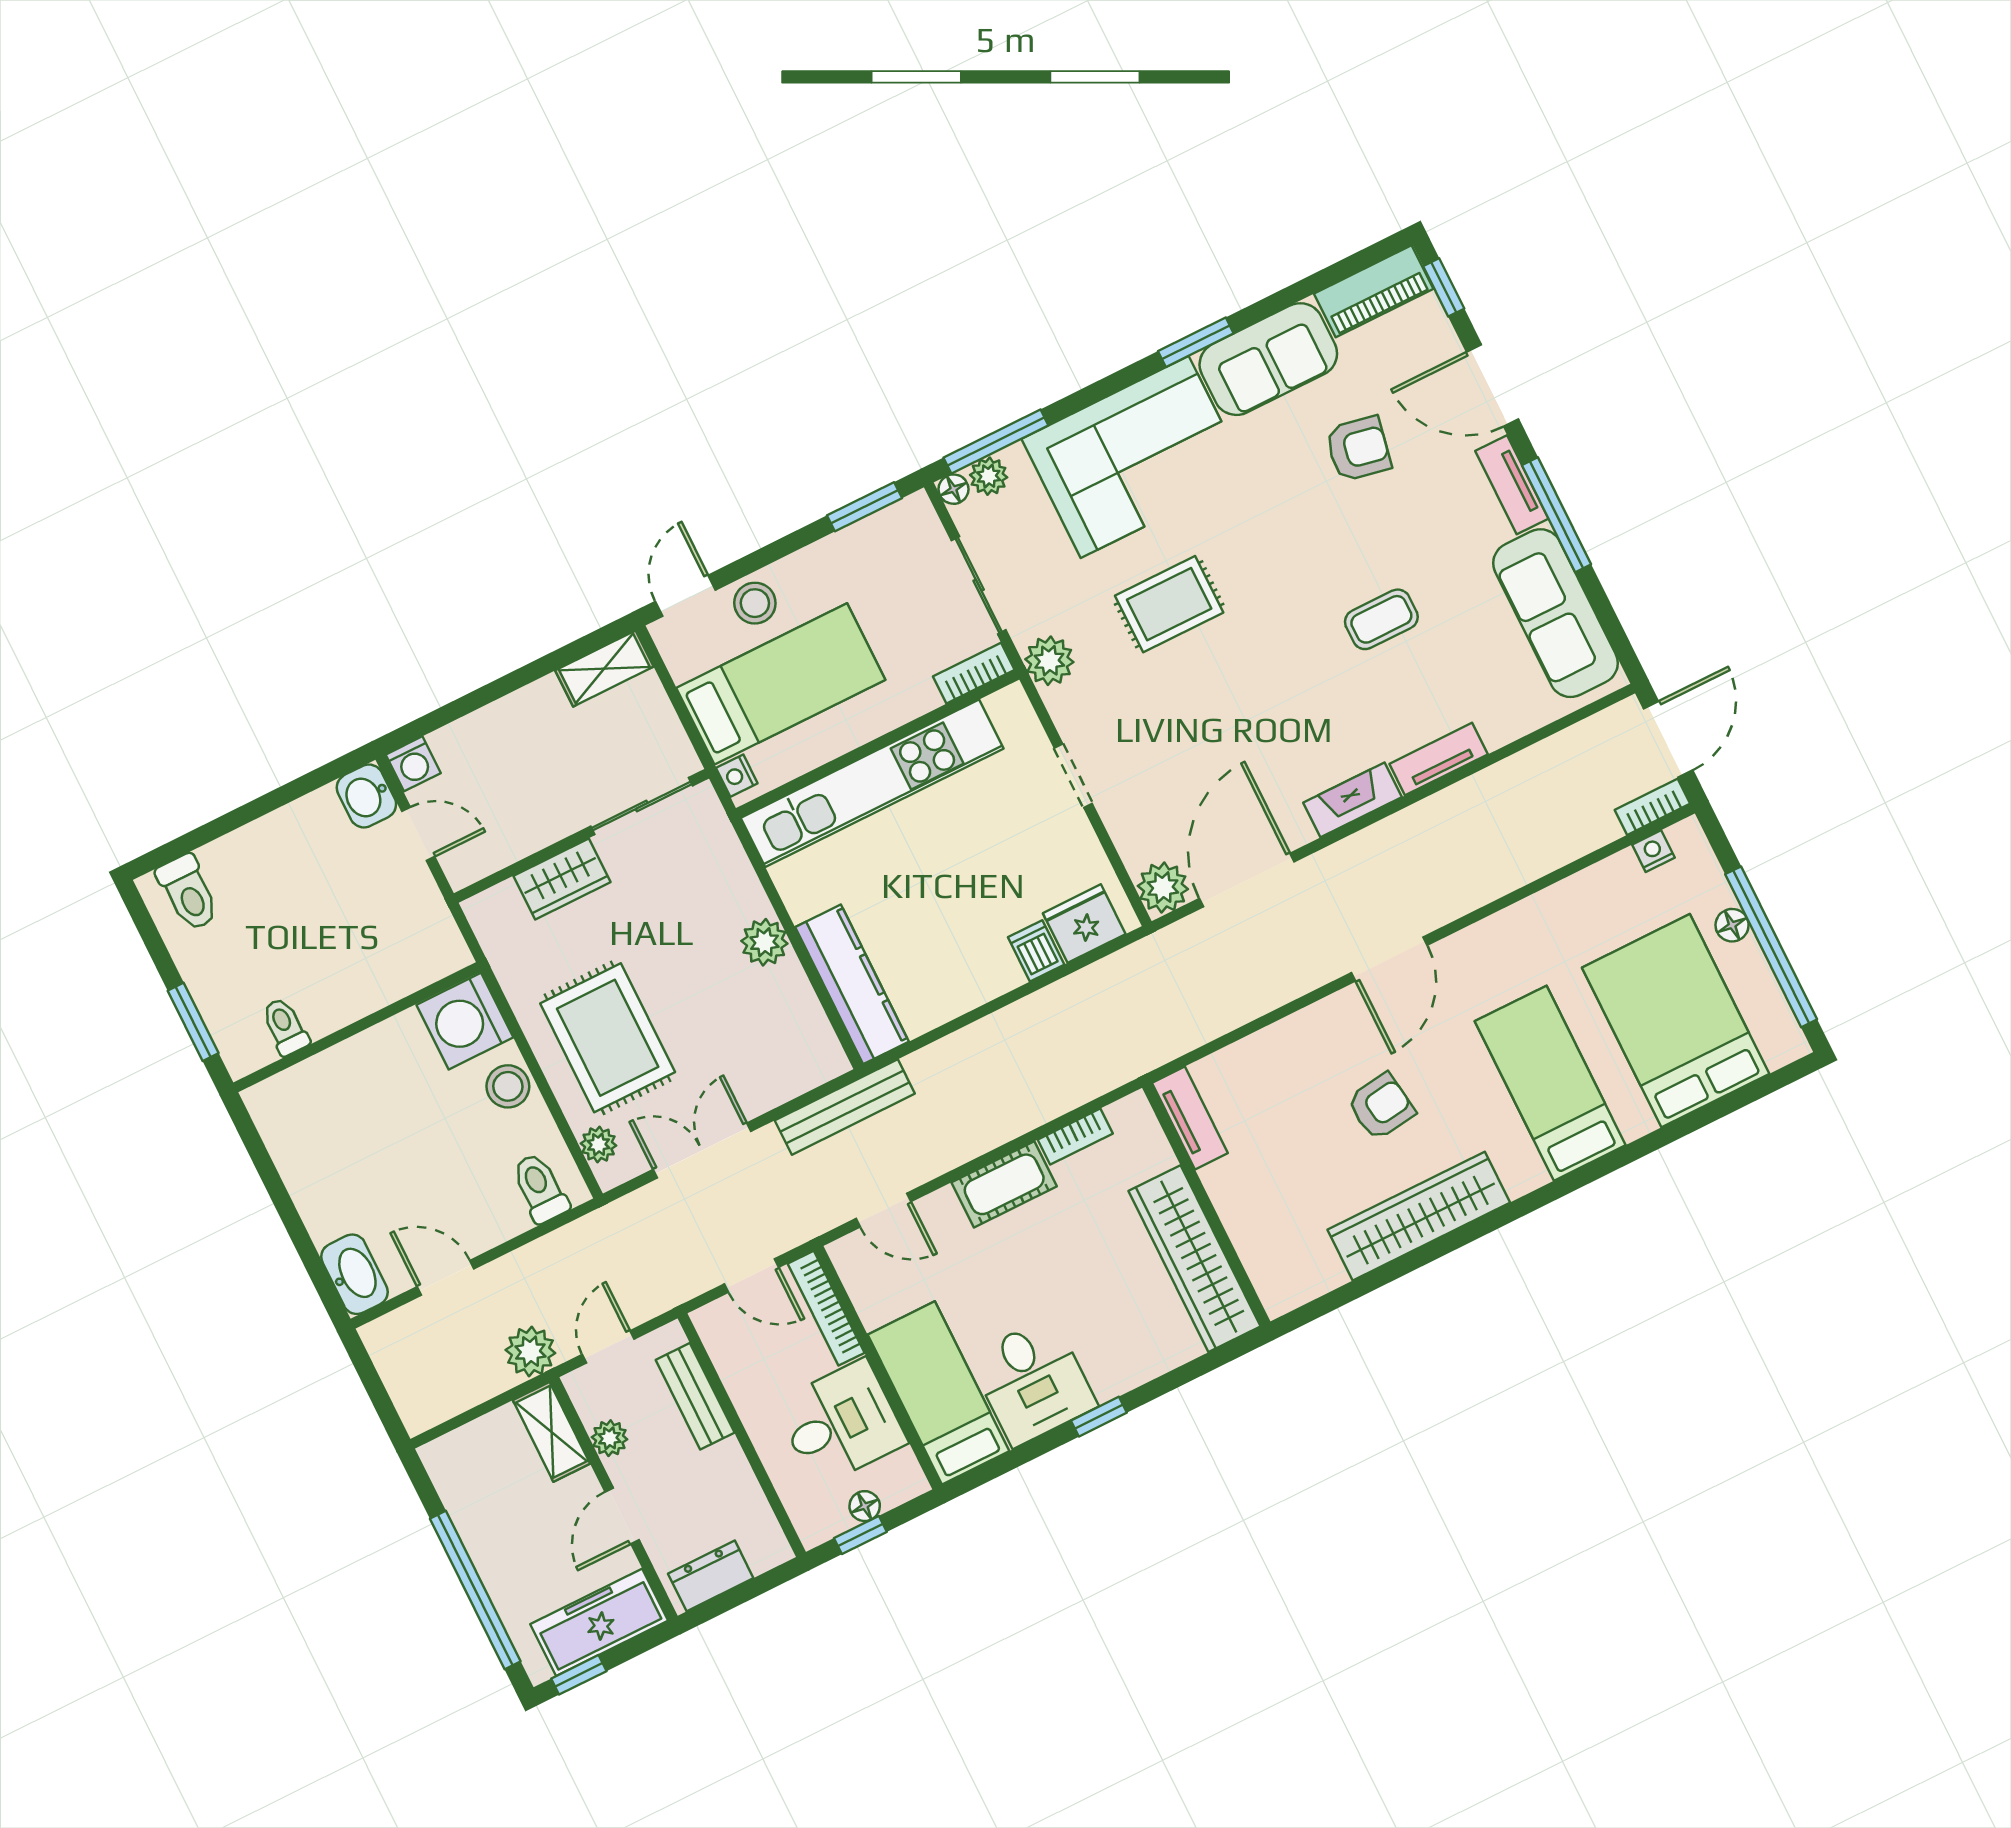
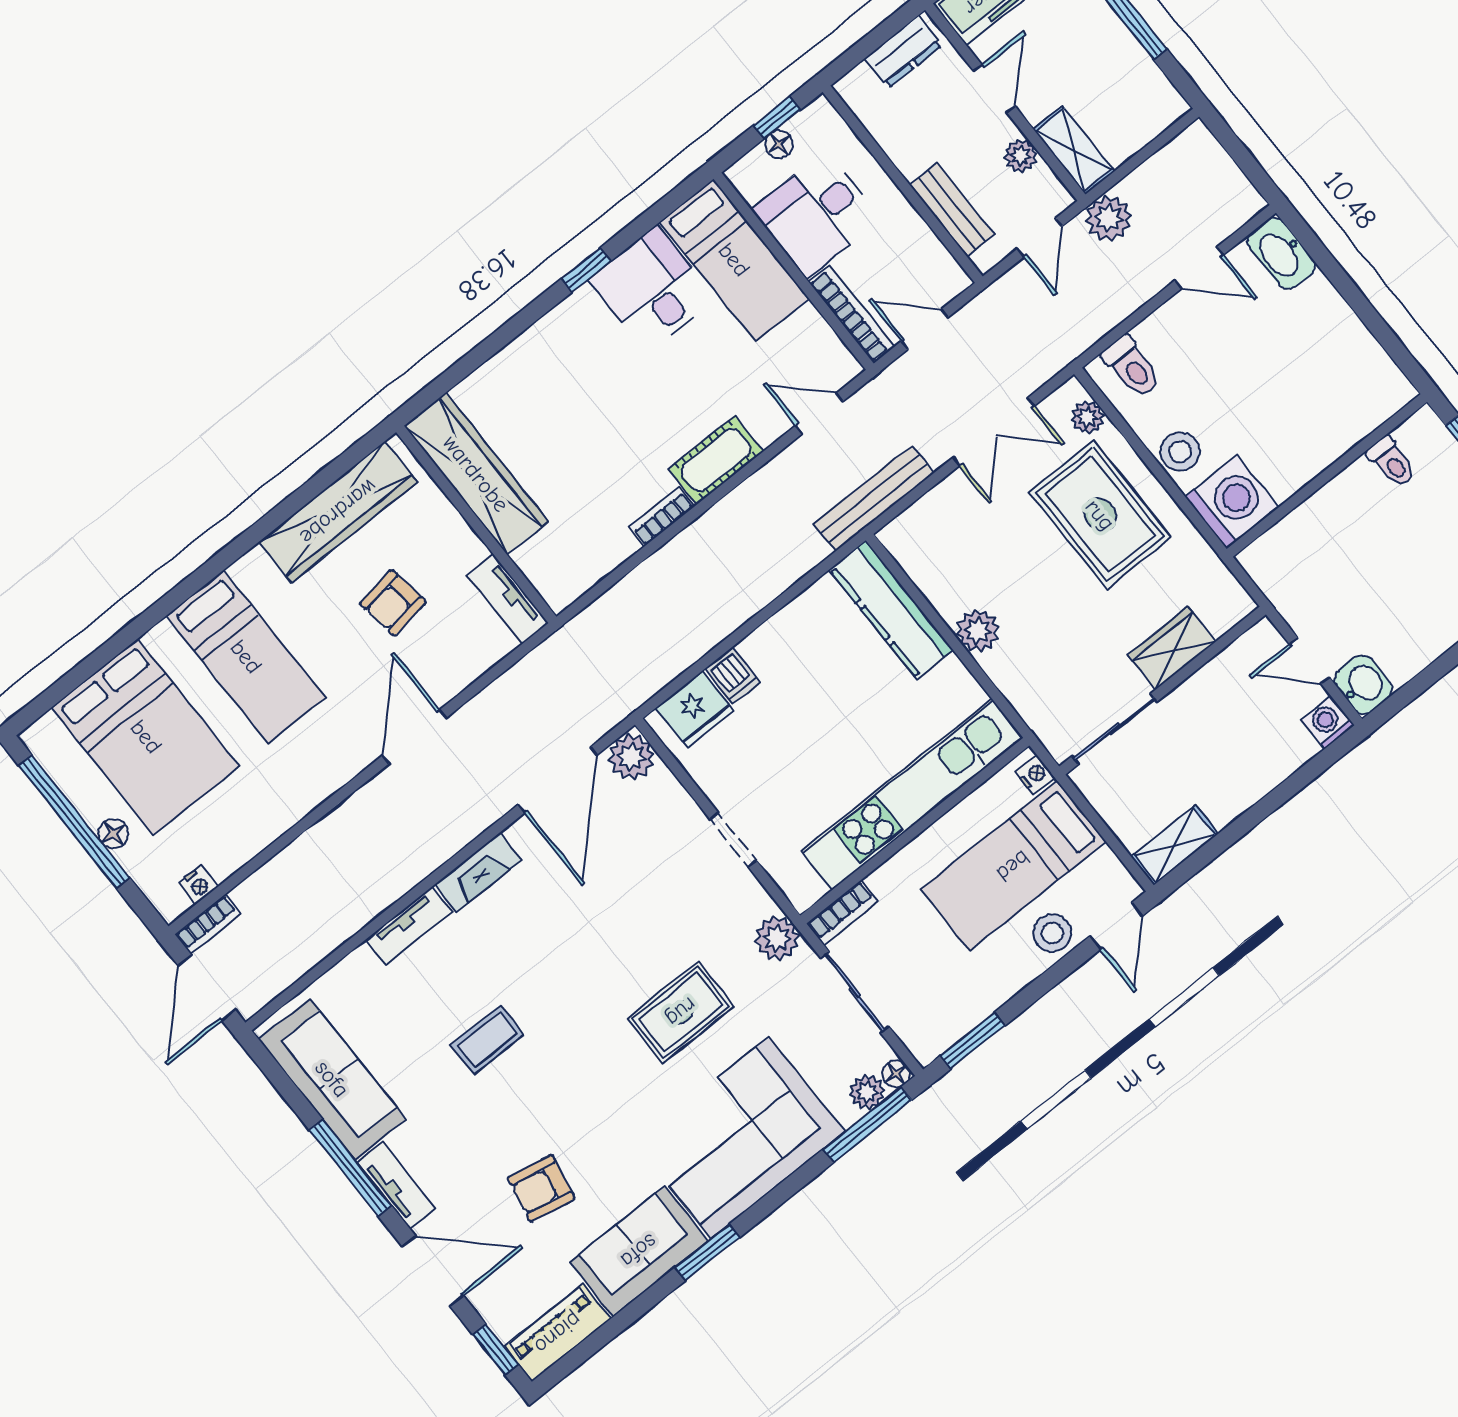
tv unit: (1190, 1118) -> (508, 599), moved
wall: (1206, 1205) -> (476, 525), moved
wardrobe: (1195, 1259) -> (476, 474), moved

